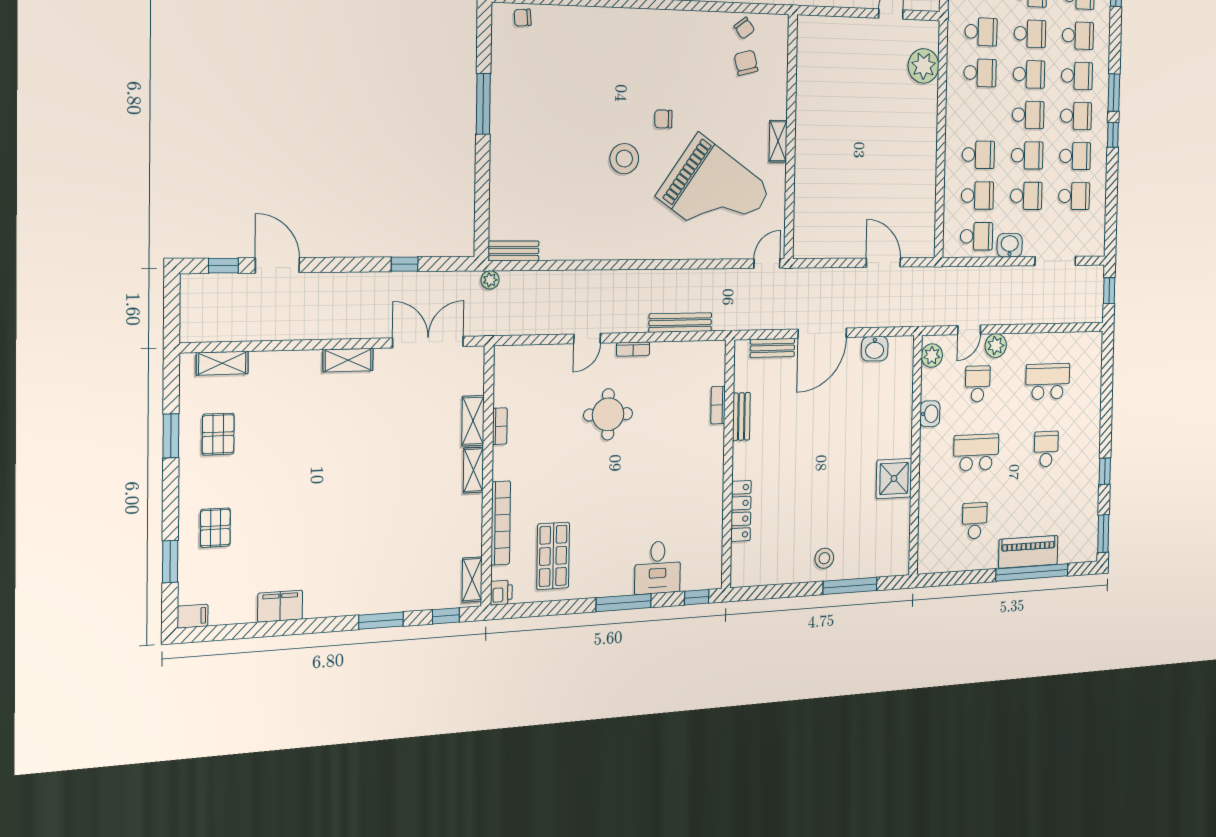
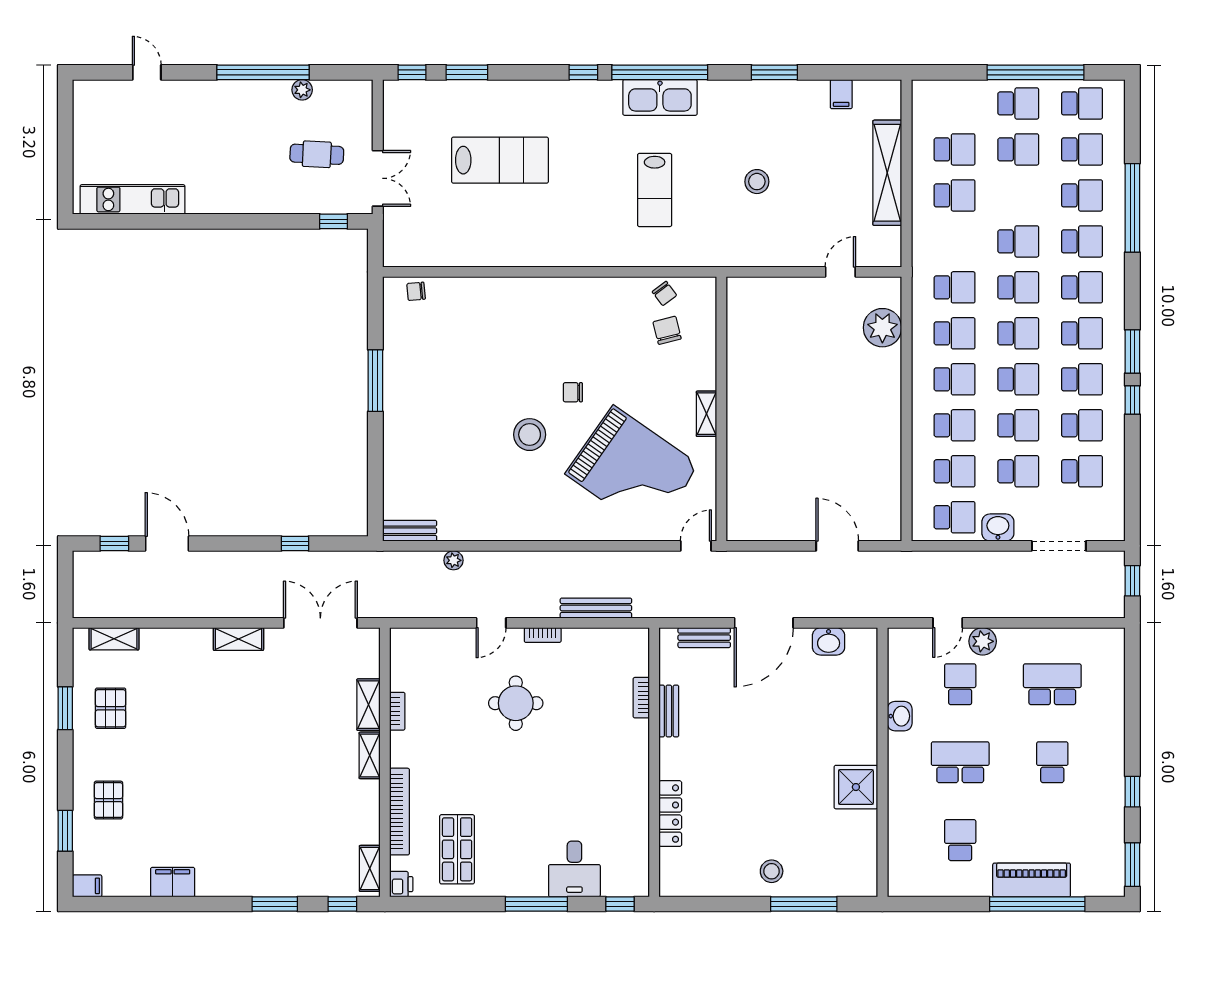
school desk: (979, 114) -> (955, 379), added
plant: (490, 280) -> (453, 560), moved
plant: (932, 356) -> (901, 651), removed

